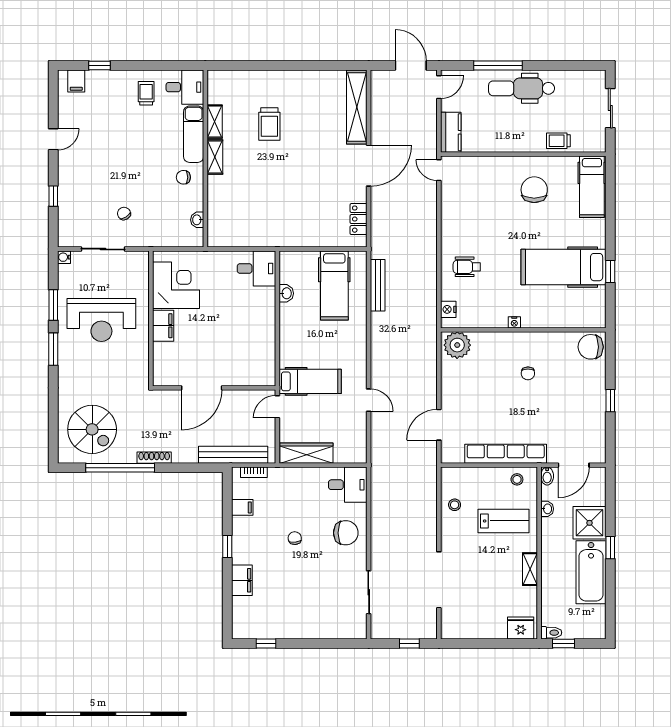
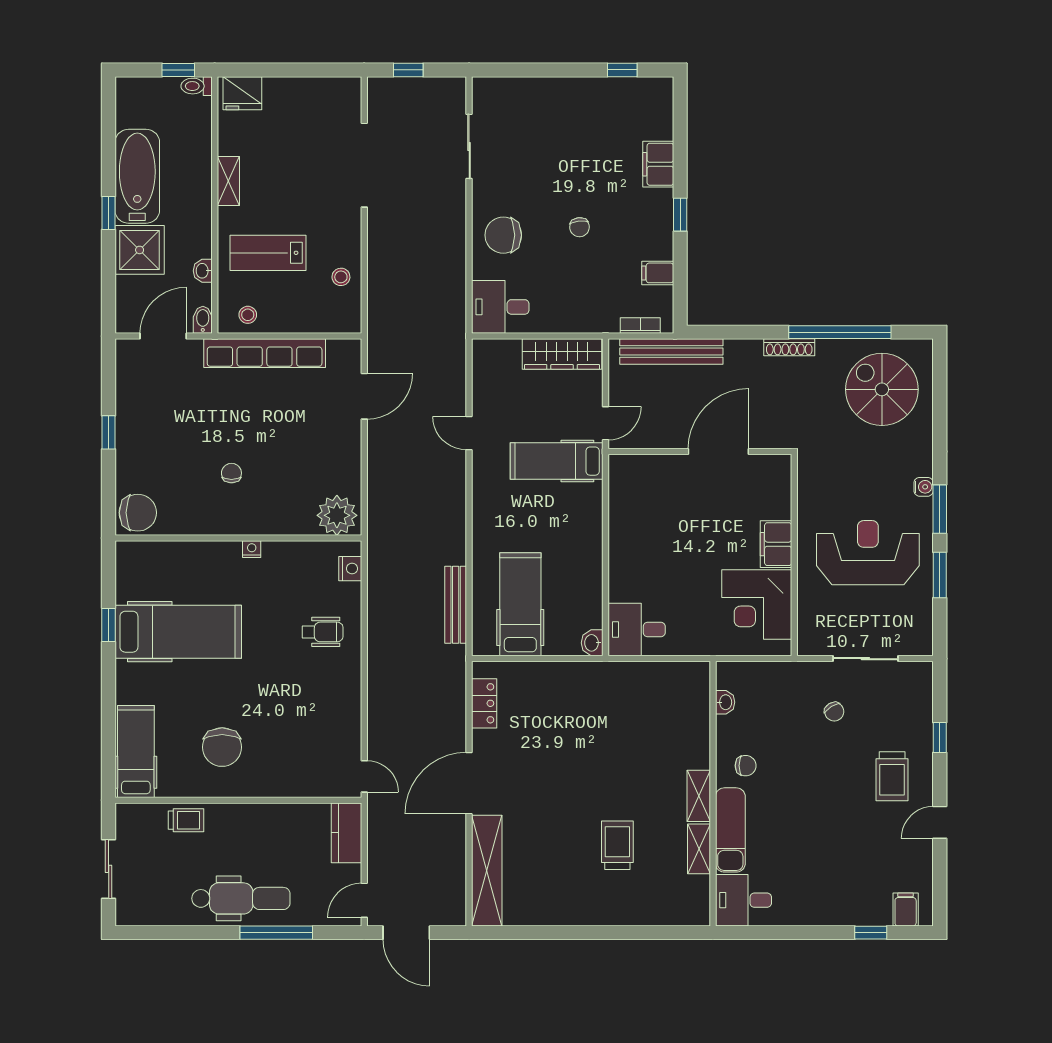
trolley: (146, 93) -> (892, 776), moved, width x1.36, depth x1.39
water cooler: (64, 257) -> (924, 487), moved
washbasin: (286, 293) -> (592, 643), moved

